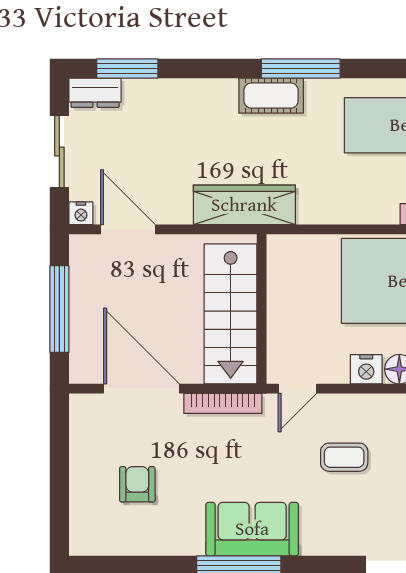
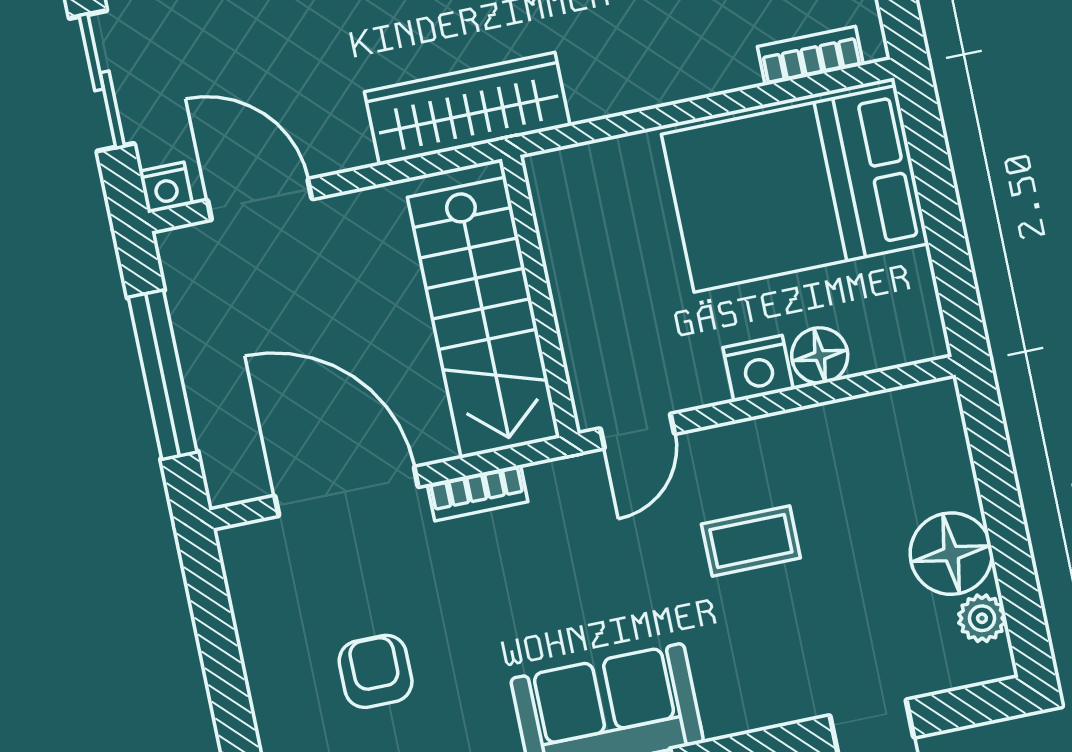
bookcase: (223, 403) -> (478, 493), width x0.64

